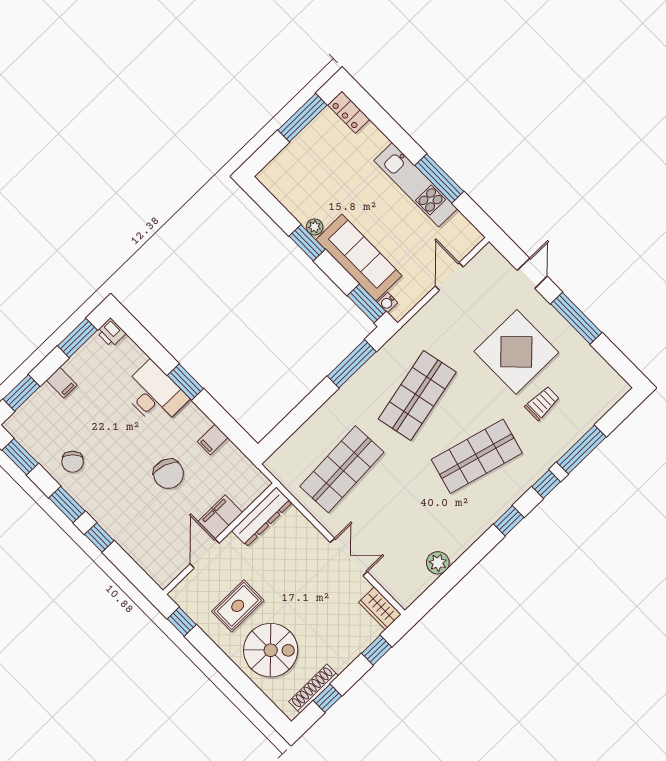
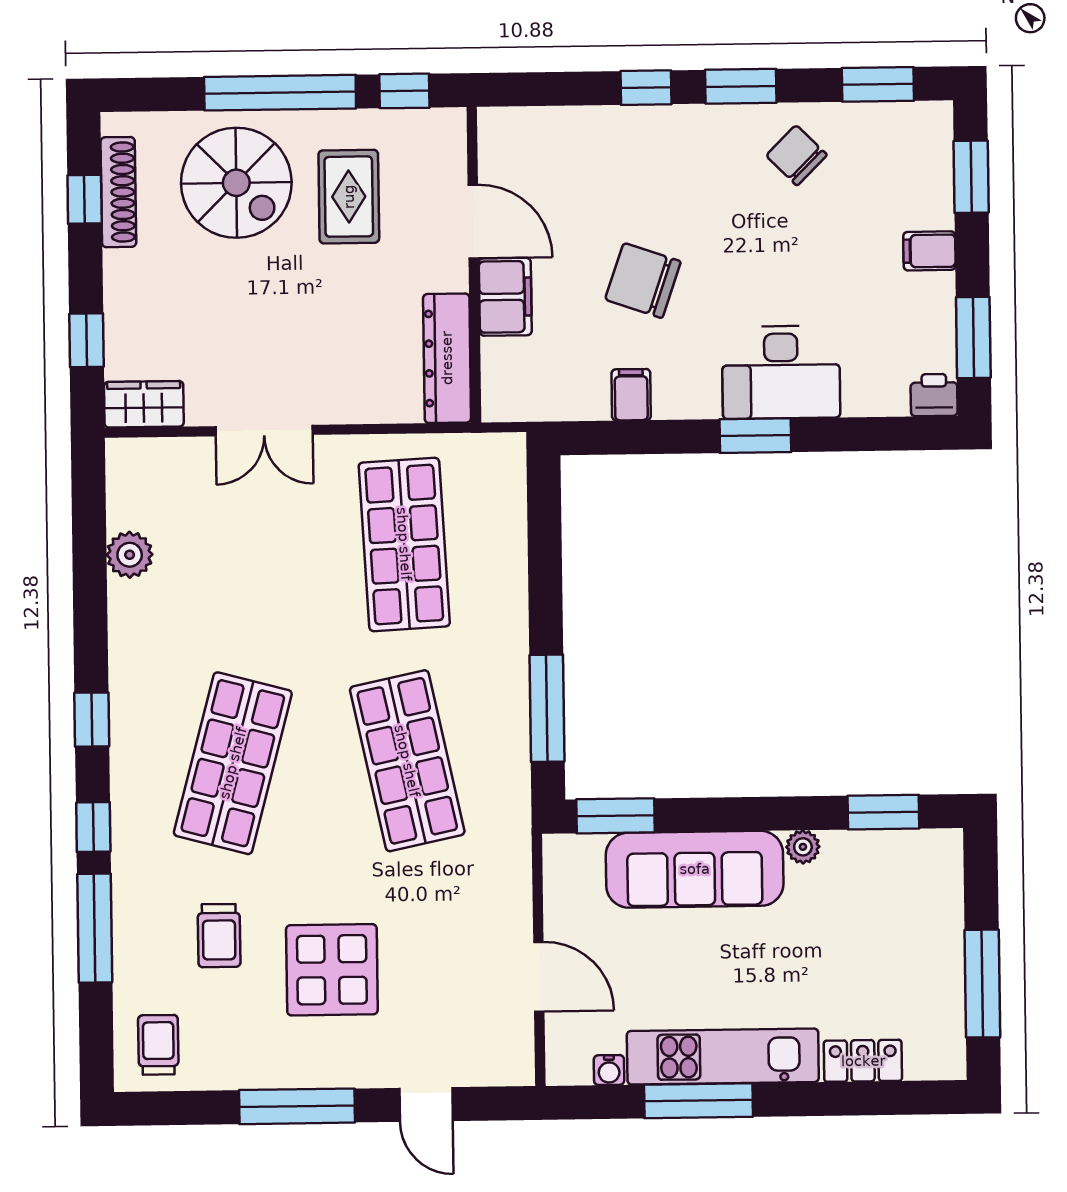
locker: (349, 112) -> (863, 1061), moved
window: (307, 243) -> (883, 812), moved
water cooler: (387, 303) -> (609, 1070), moved, turned 180
display table: (516, 352) -> (332, 970), width x0.73, depth x0.73
trolley: (601, 388) -> (158, 1045), added
spiral stairs: (271, 650) -> (236, 183), turned -90
window: (224, 665) -> (280, 93), added

